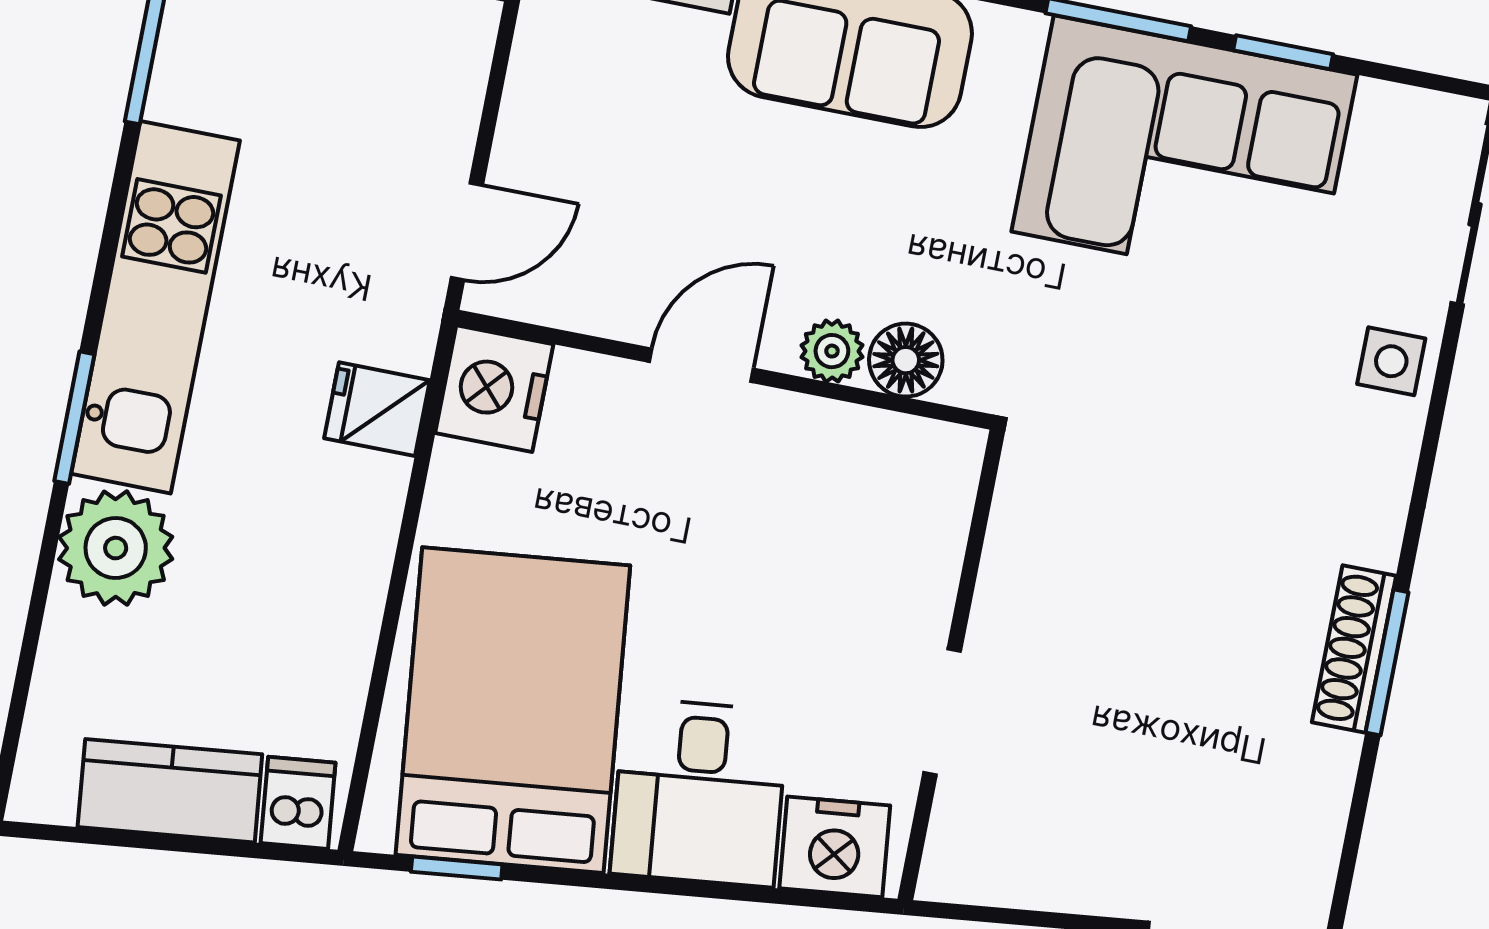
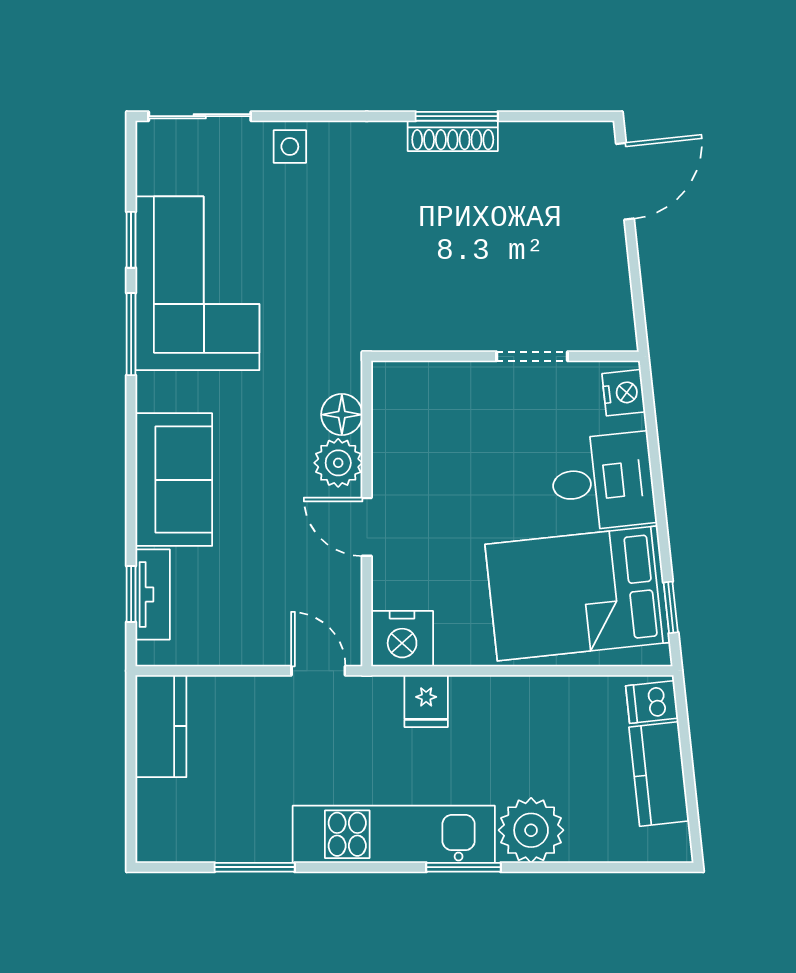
plant: (832, 351) -> (338, 463), width x1.38, depth x1.38
nightstand: (835, 847) -> (624, 393), width x0.74, depth x0.75

